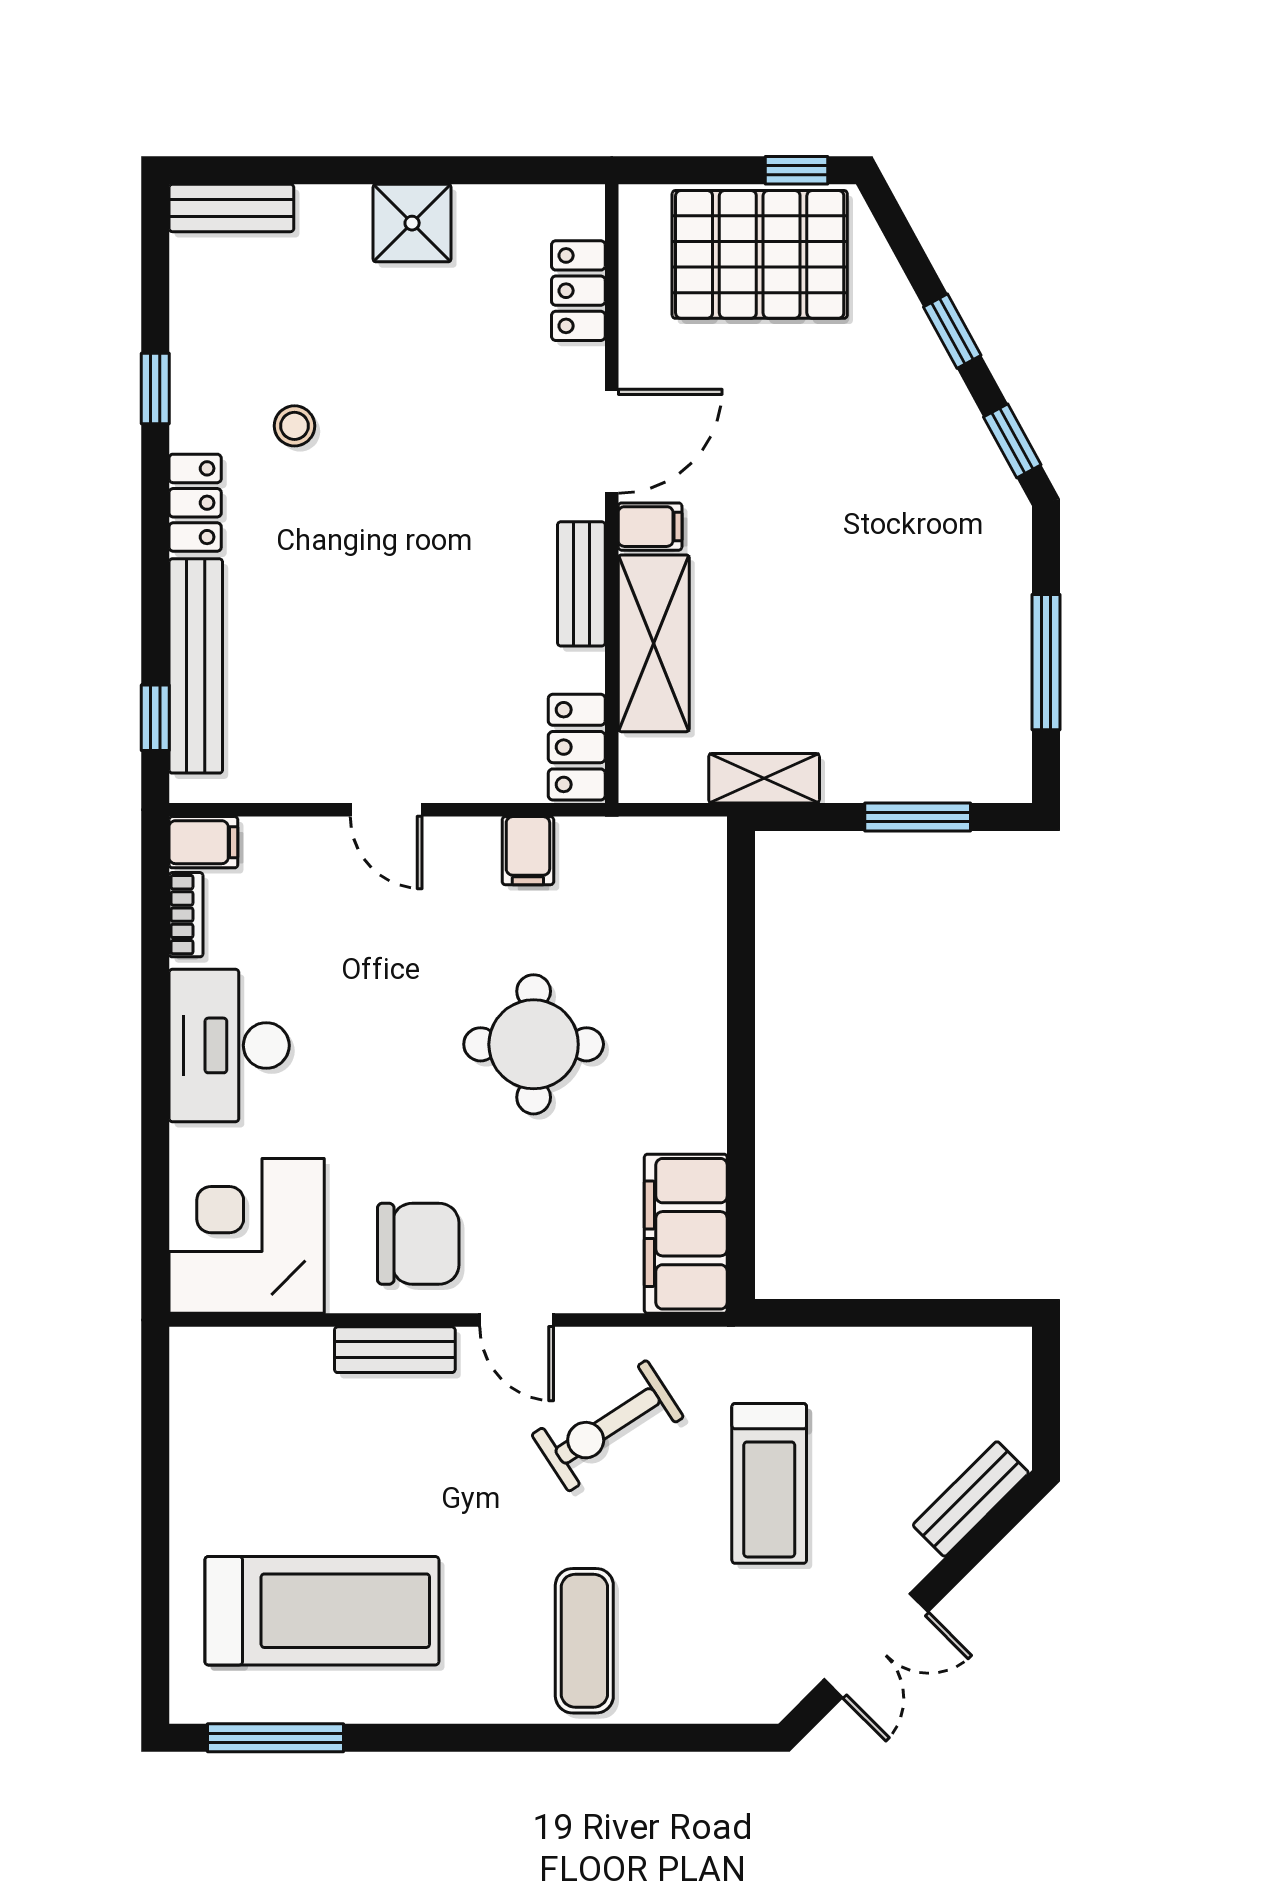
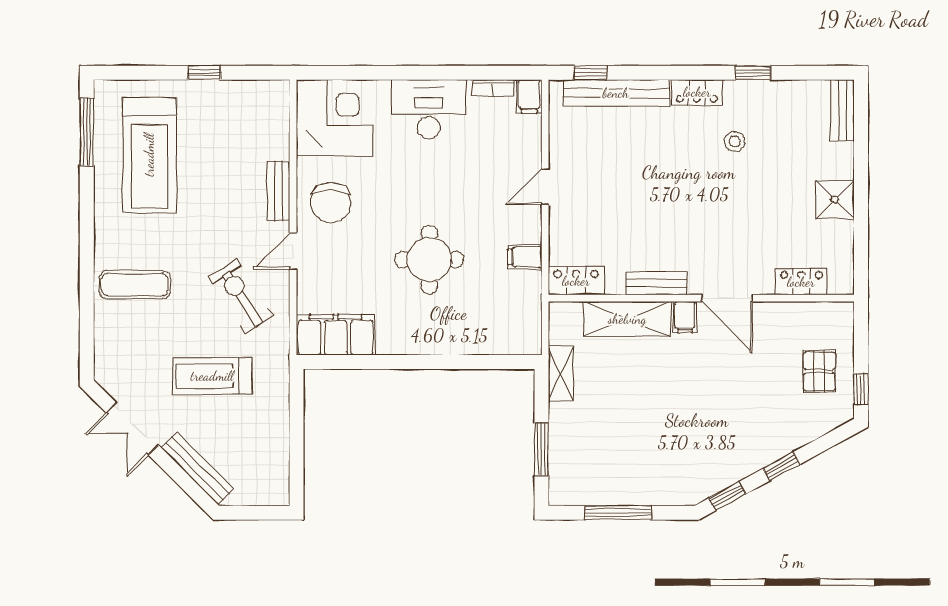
pallet: (760, 254) -> (819, 371), width x0.49, depth x0.50
bench: (971, 1499) -> (197, 468), width x1.36
window: (155, 1500) -> (204, 73), added

